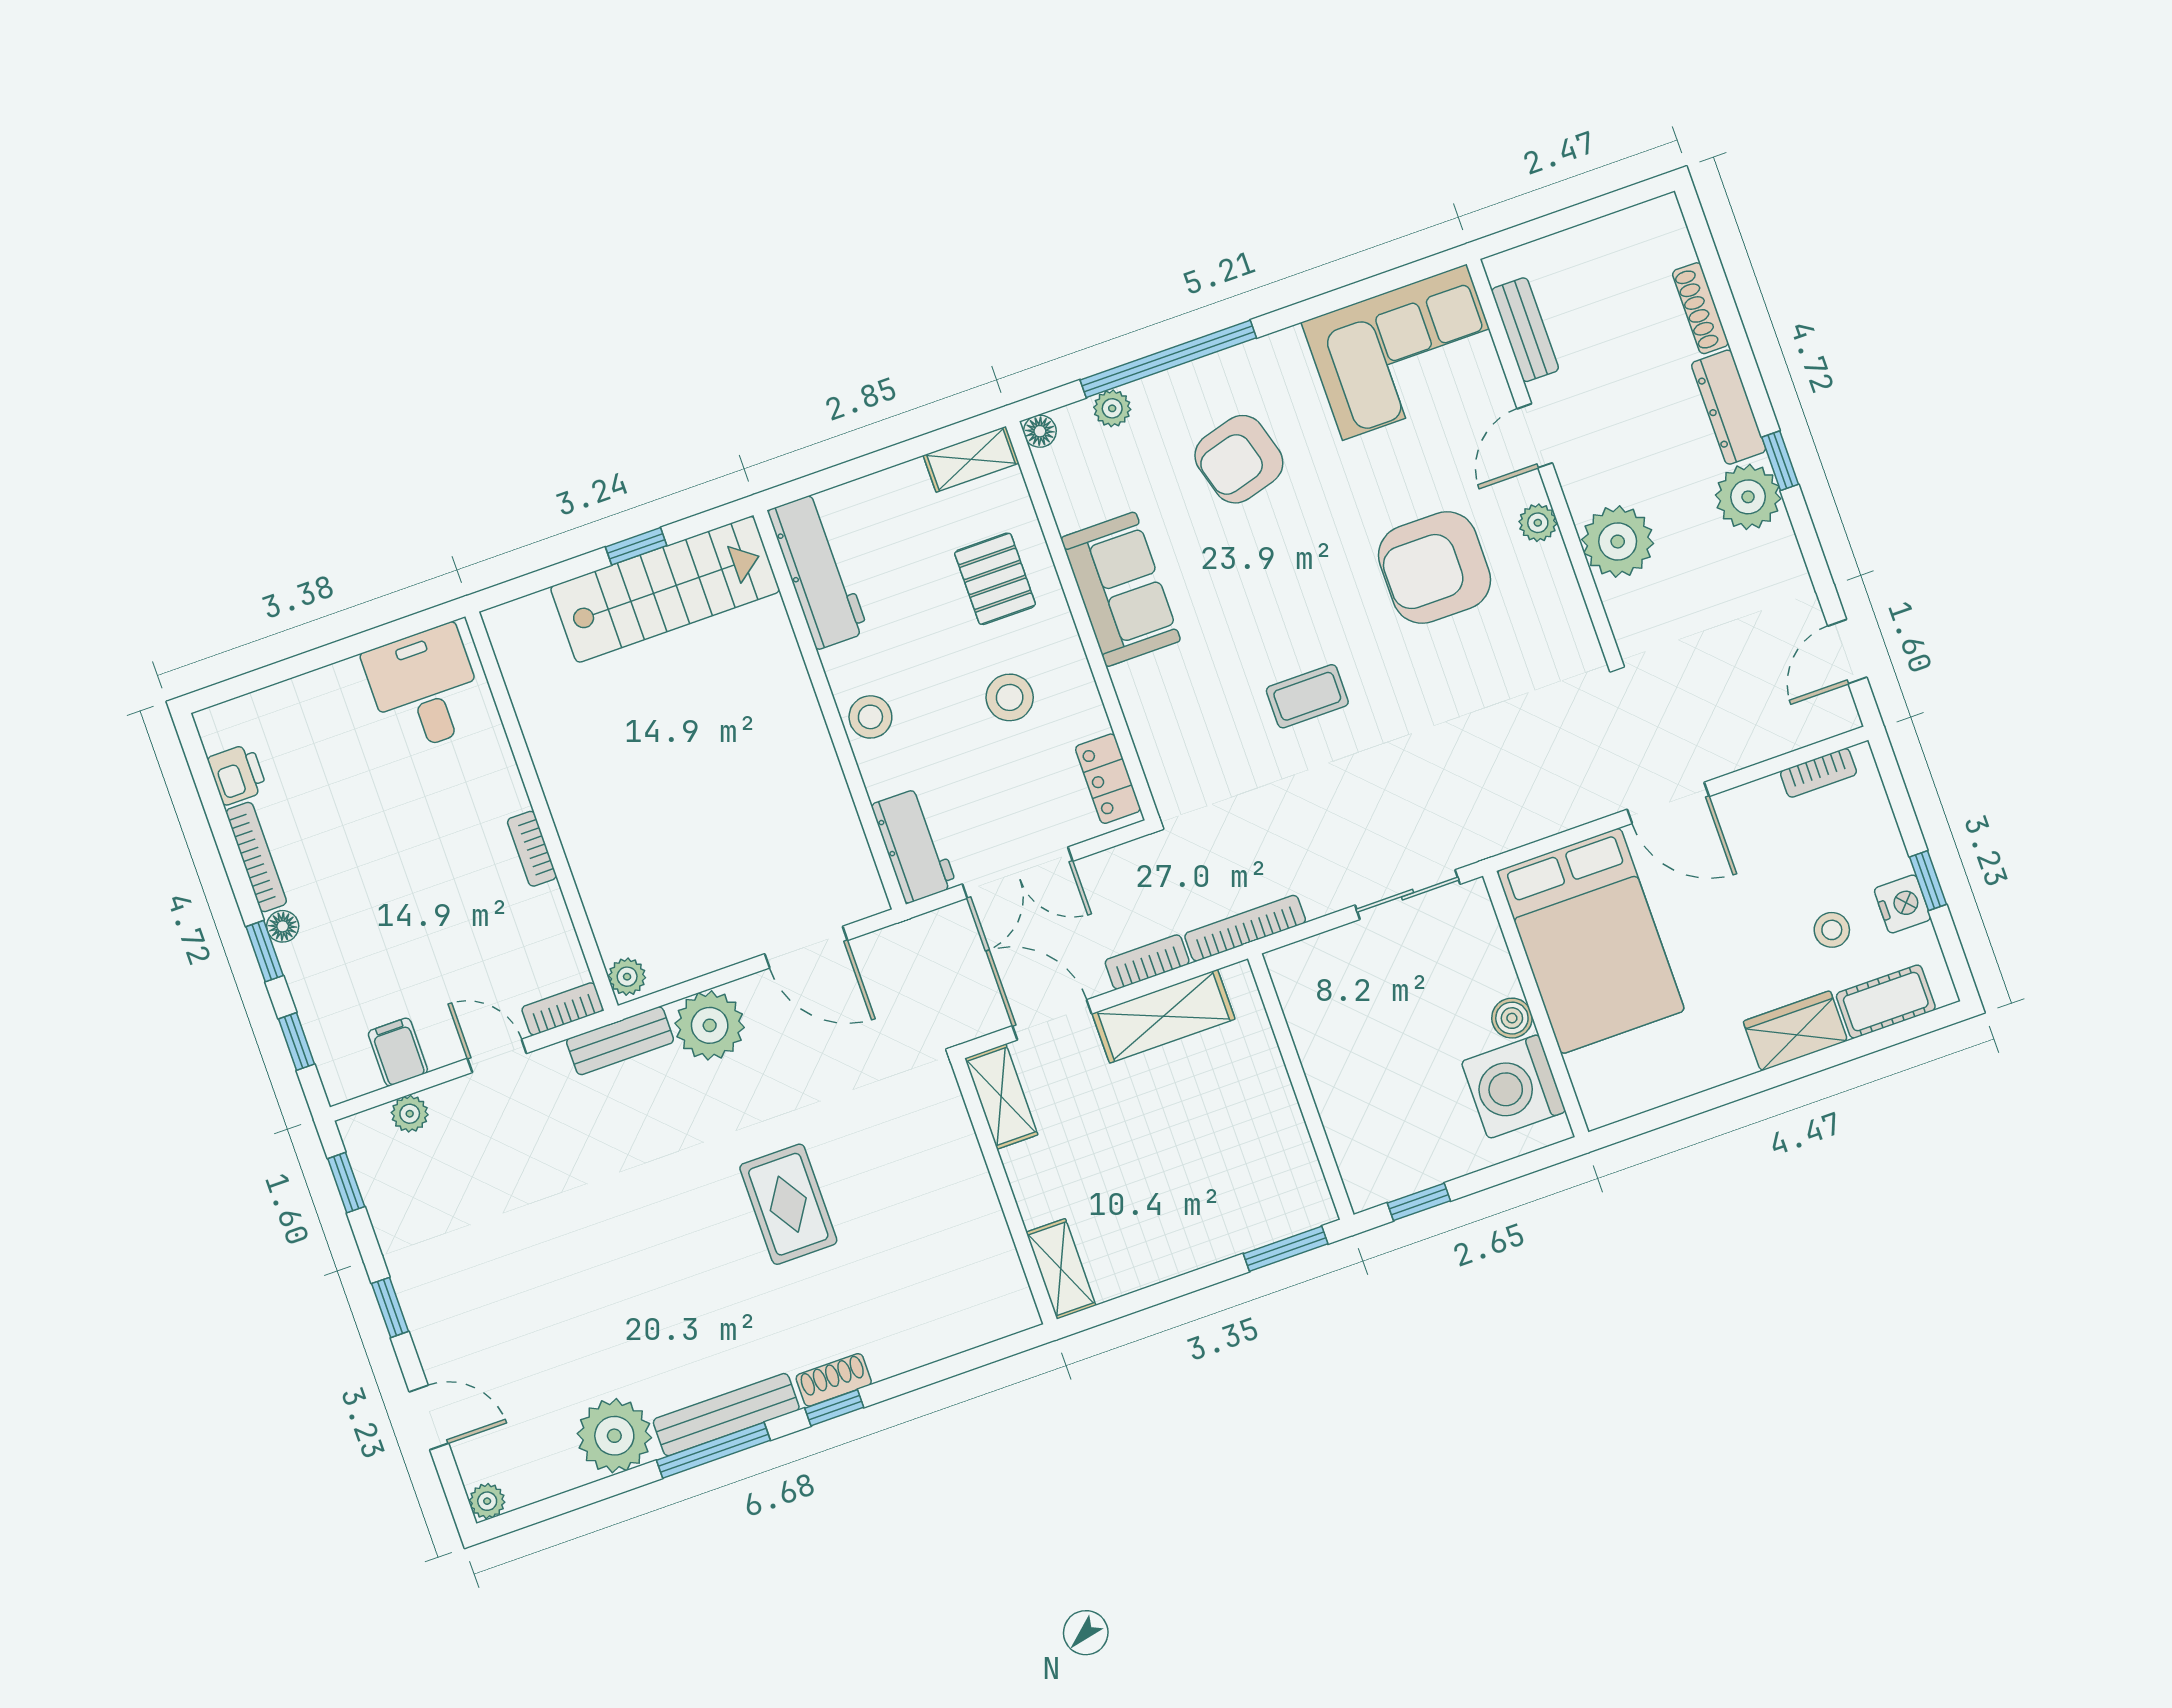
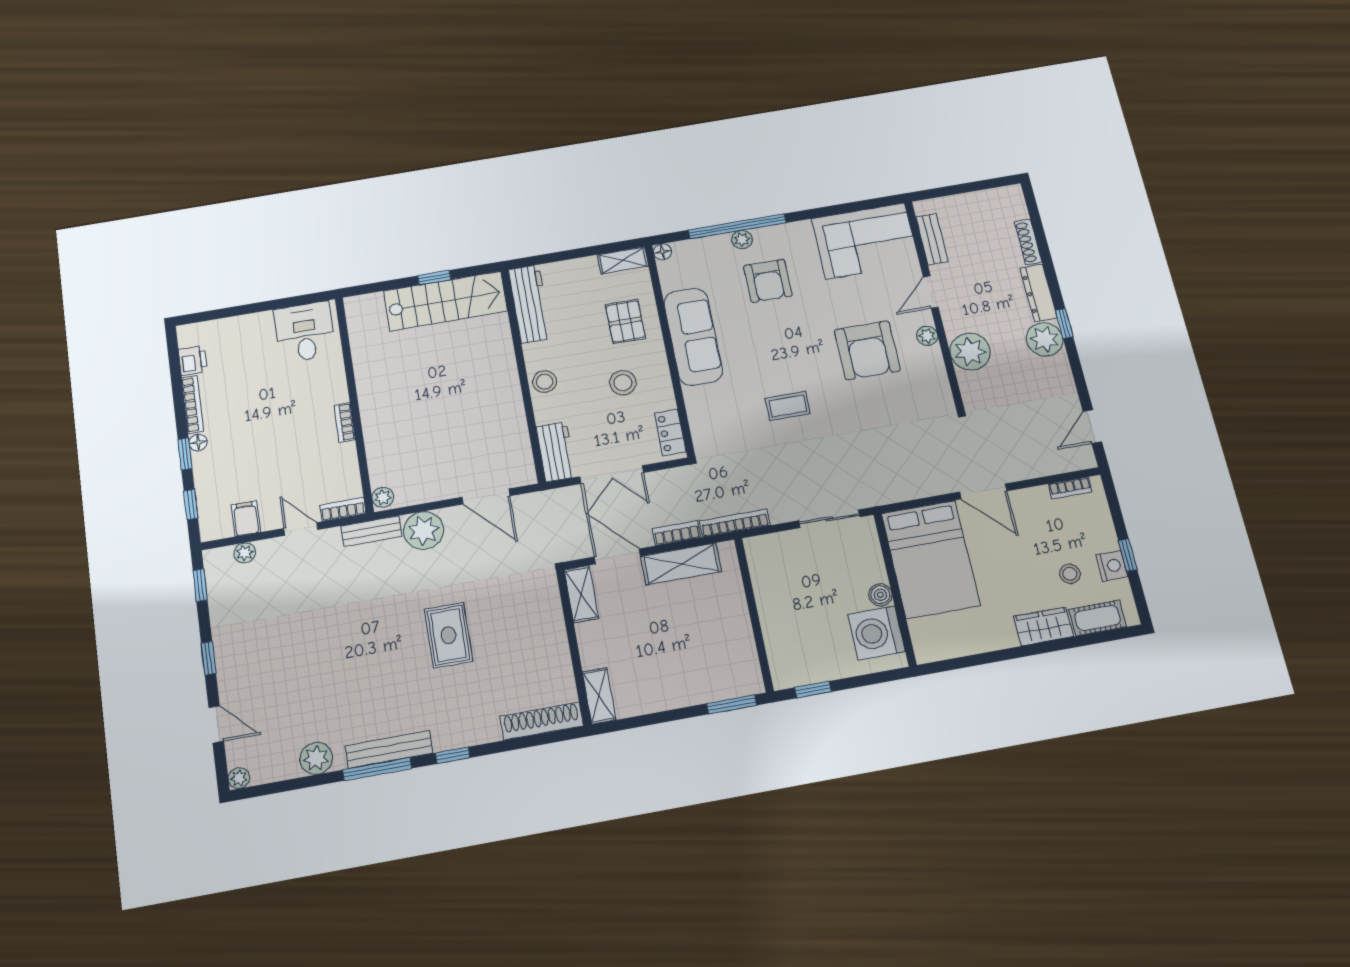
plant: (1112, 408) -> (742, 240), moved
armchair: (1239, 459) -> (768, 281), turned -74
armchair: (1435, 568) -> (867, 350), turned -90
sofa: (1121, 589) -> (693, 337), width x1.36
shoe rack: (834, 1380) -> (542, 721), moved, width x1.94, depth x1.24
plant: (614, 1436) -> (316, 758), width x0.73, depth x0.73

